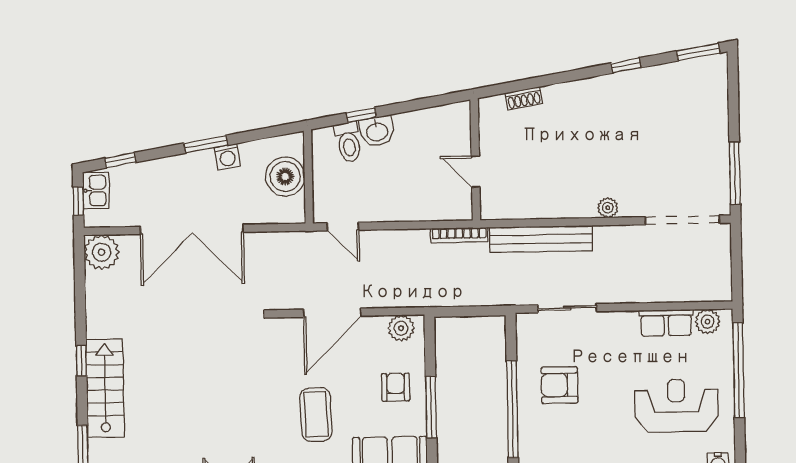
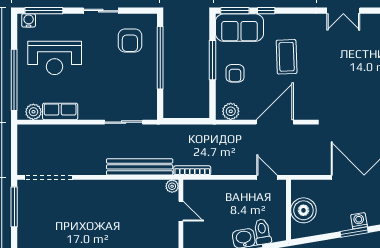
washing machine: (227, 157) -> (359, 221), moved
plant: (608, 208) -> (172, 186), moved
armchair: (559, 385) -> (130, 40), moved, turned 90

